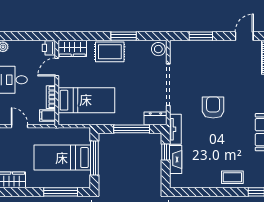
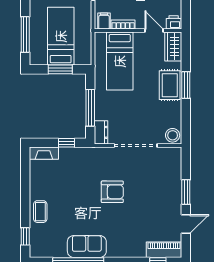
window: (124, 36) -> (186, 85), moved
window: (201, 36) -> (186, 192), moved
door: (244, 36) -> (186, 224), hinge flipped
tv unit: (175, 129) -> (90, 153), removed
window: (94, 158) -> (60, 69), width x0.69
fireplace: (176, 160) -> (44, 153), moved

